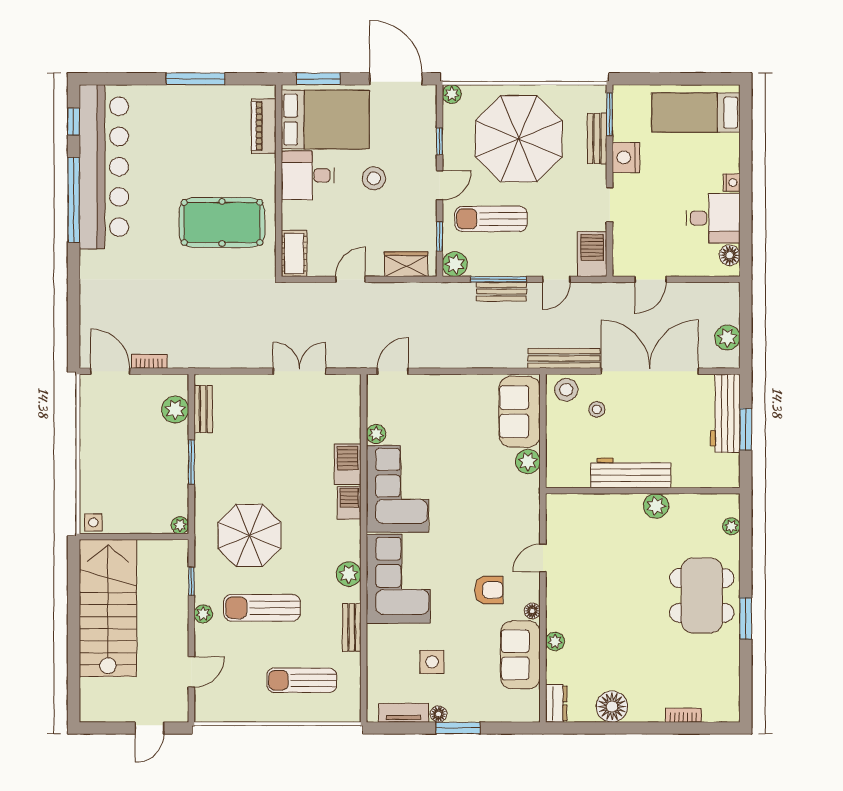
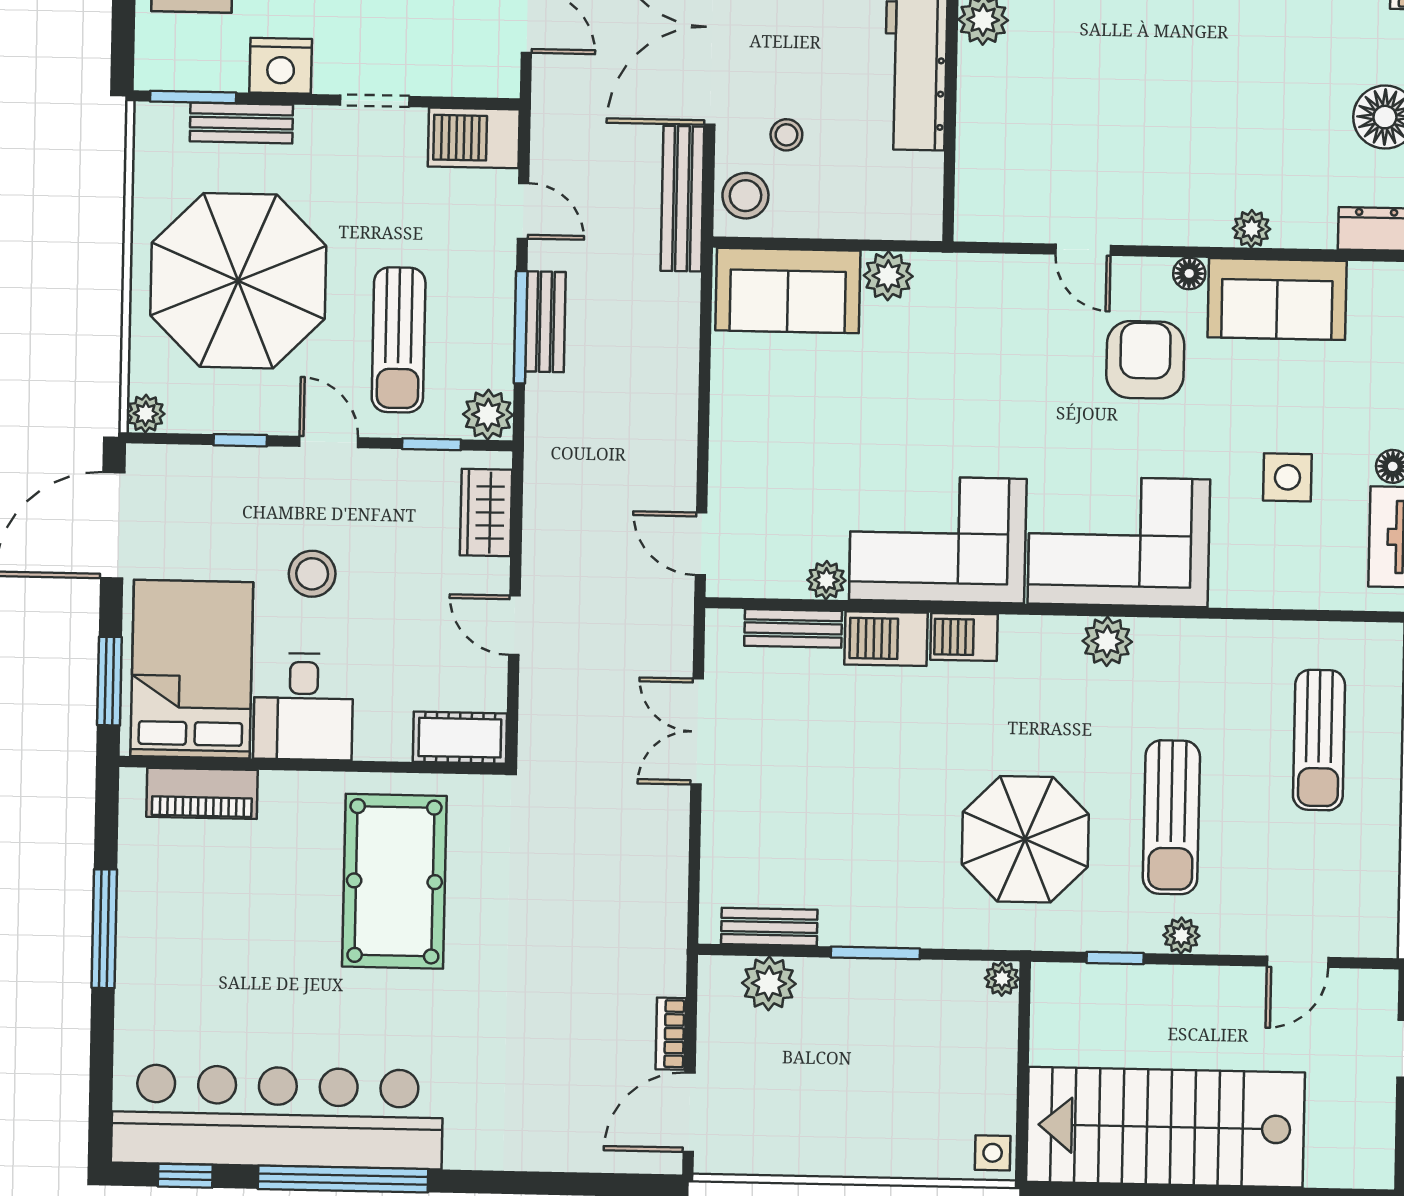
armchair: (489, 590) -> (1145, 360), width x1.38, depth x1.38
bench: (352, 627) -> (793, 628), moved
door: (191, 672) -> (1298, 962), swing flipped

